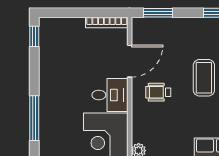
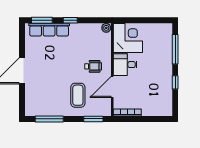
window: (34, 36) -> (175, 82), moved
coffee table: (204, 78) -> (78, 95), moved

